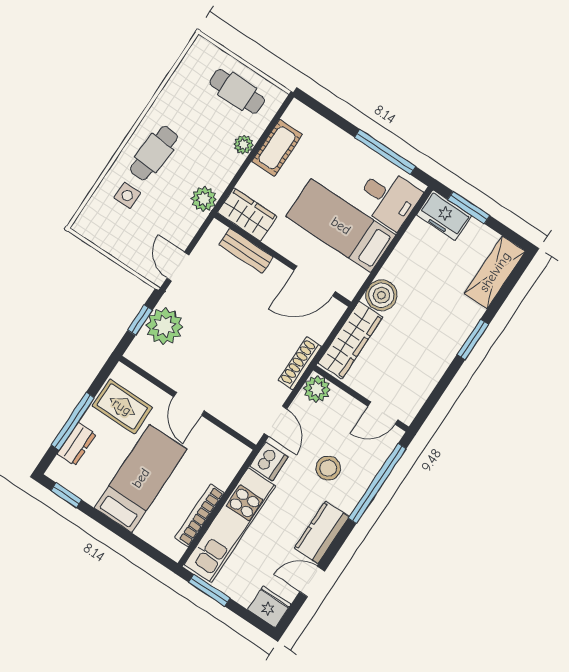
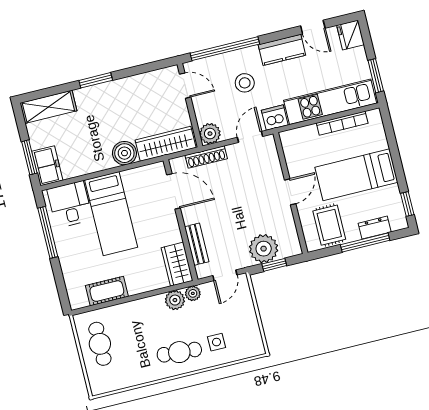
plant: (244, 145) -> (193, 293), moved
wardrobe: (247, 215) -> (177, 264), moved
bench: (246, 251) -> (197, 244), moved
wall: (283, 260) -> (181, 220), moved
door: (315, 281) -> (174, 191), moved

